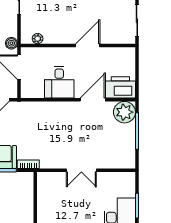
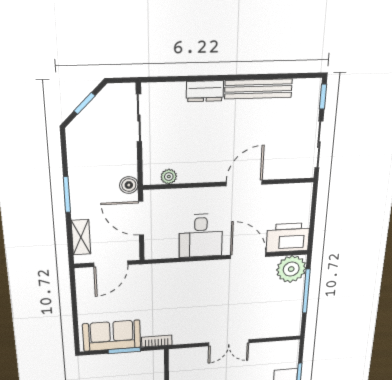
door: (93, 100) -> (248, 256), hinge flipped

